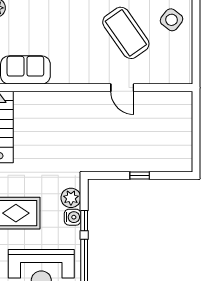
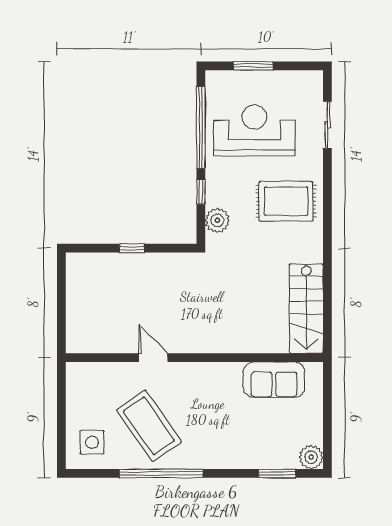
side table: (171, 20) -> (92, 442), turned -38
water cooler: (73, 217) -> (215, 196), removed

